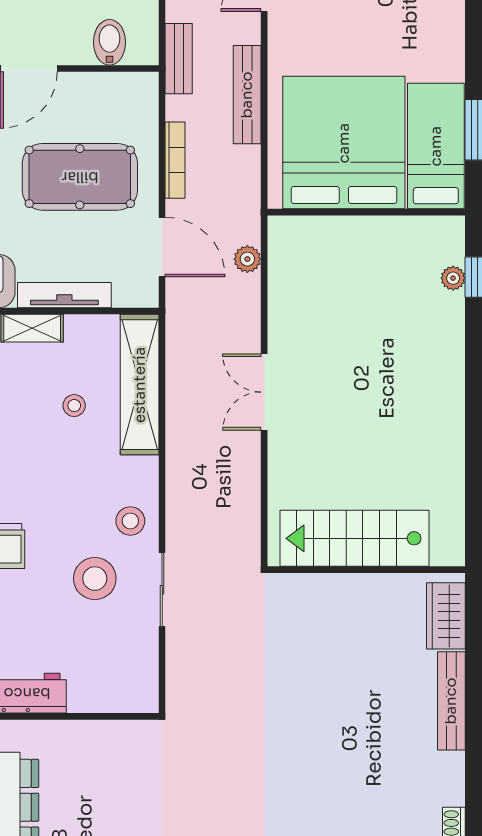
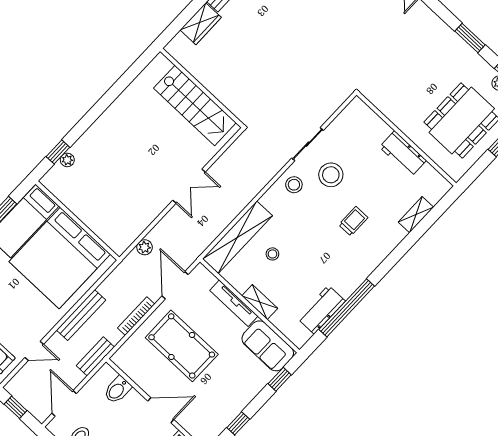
stairs: (354, 538) -> (195, 105), moved
wall: (366, 570) -> (202, 88), moved

